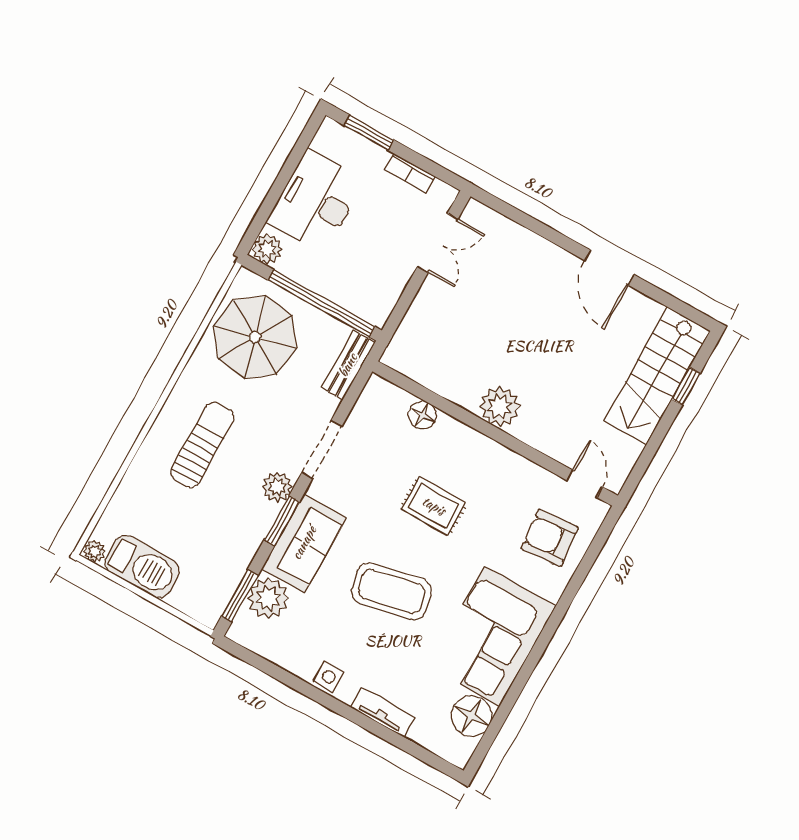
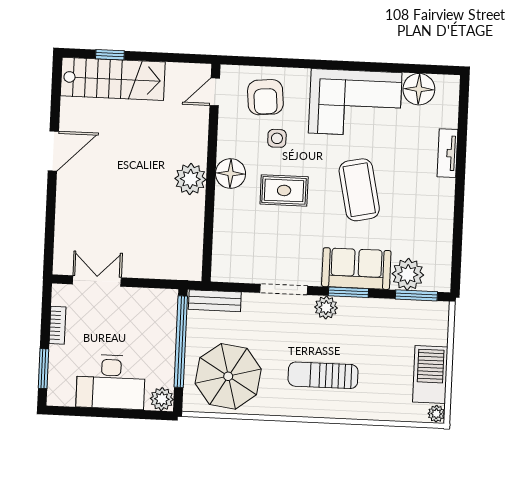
floor lamp: (422, 415) -> (231, 173), moved, width x1.38, depth x1.38
rug: (434, 506) -> (284, 190), turned 90
side table: (329, 677) -> (277, 138), moved

